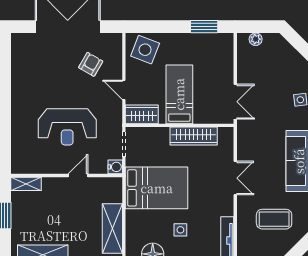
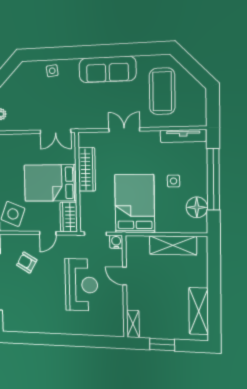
bed: (179, 94) -> (50, 183), width x1.50
double door: (235, 102) -> (55, 131), swing flipped
coffee table: (274, 219) -> (162, 91), width x1.36, depth x1.32

